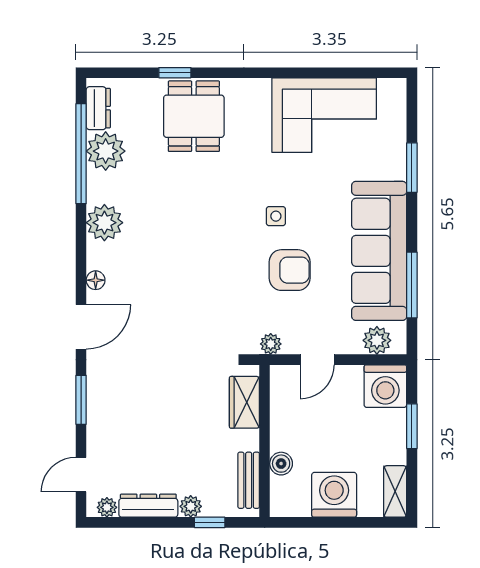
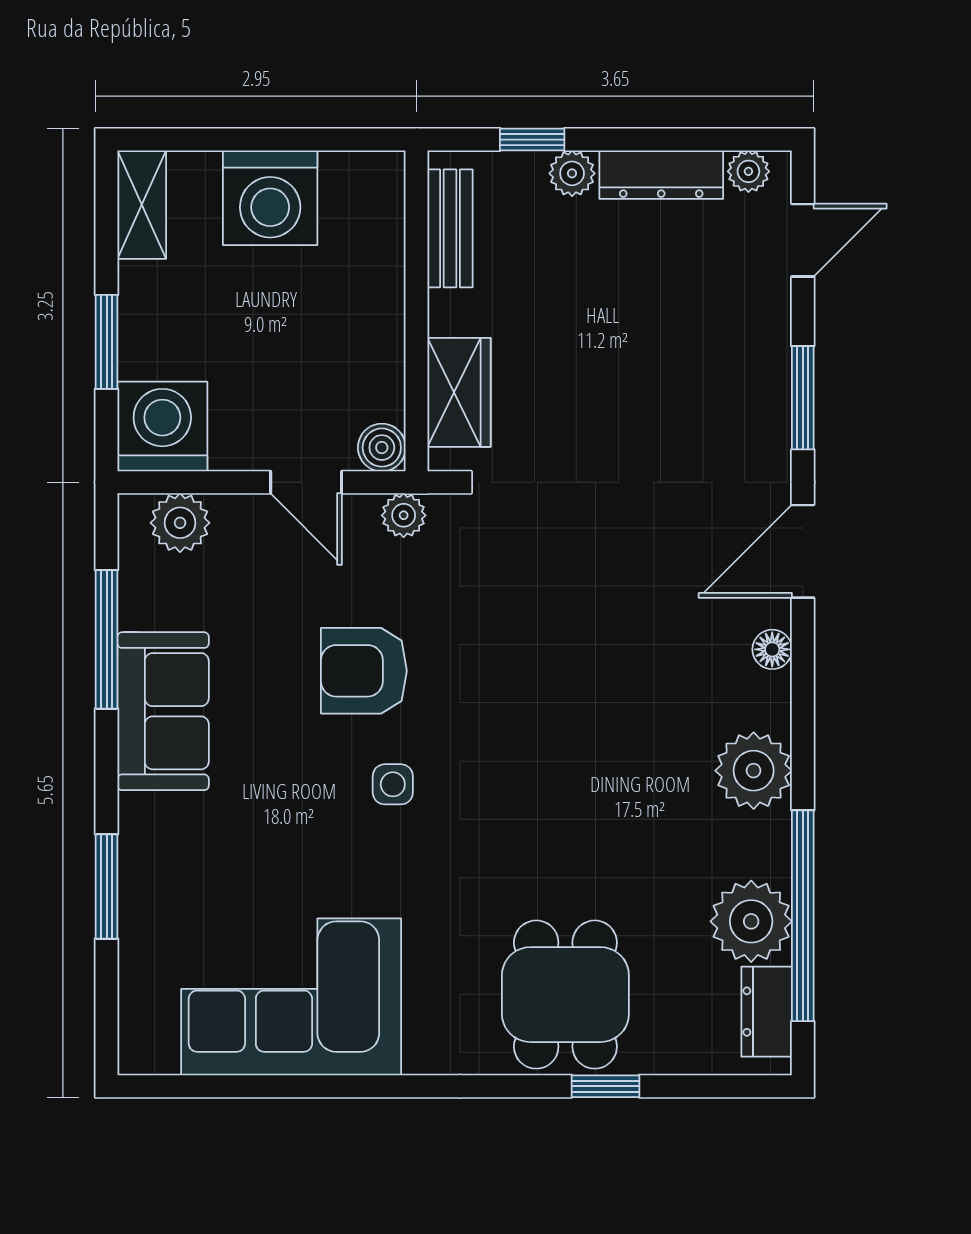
sofa: (379, 251) -> (163, 711), width x0.54, depth x0.79
door: (317, 360) -> (306, 482), swing flipped
boiler: (281, 464) -> (382, 448), moved

